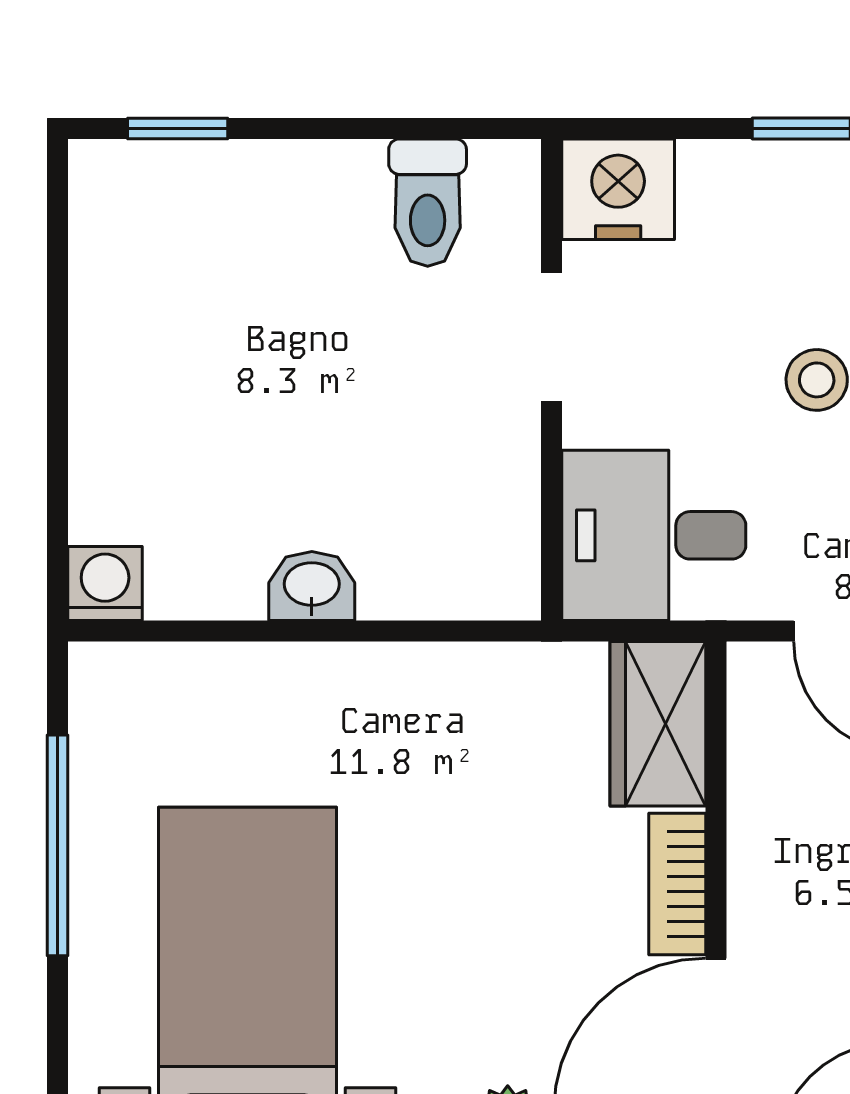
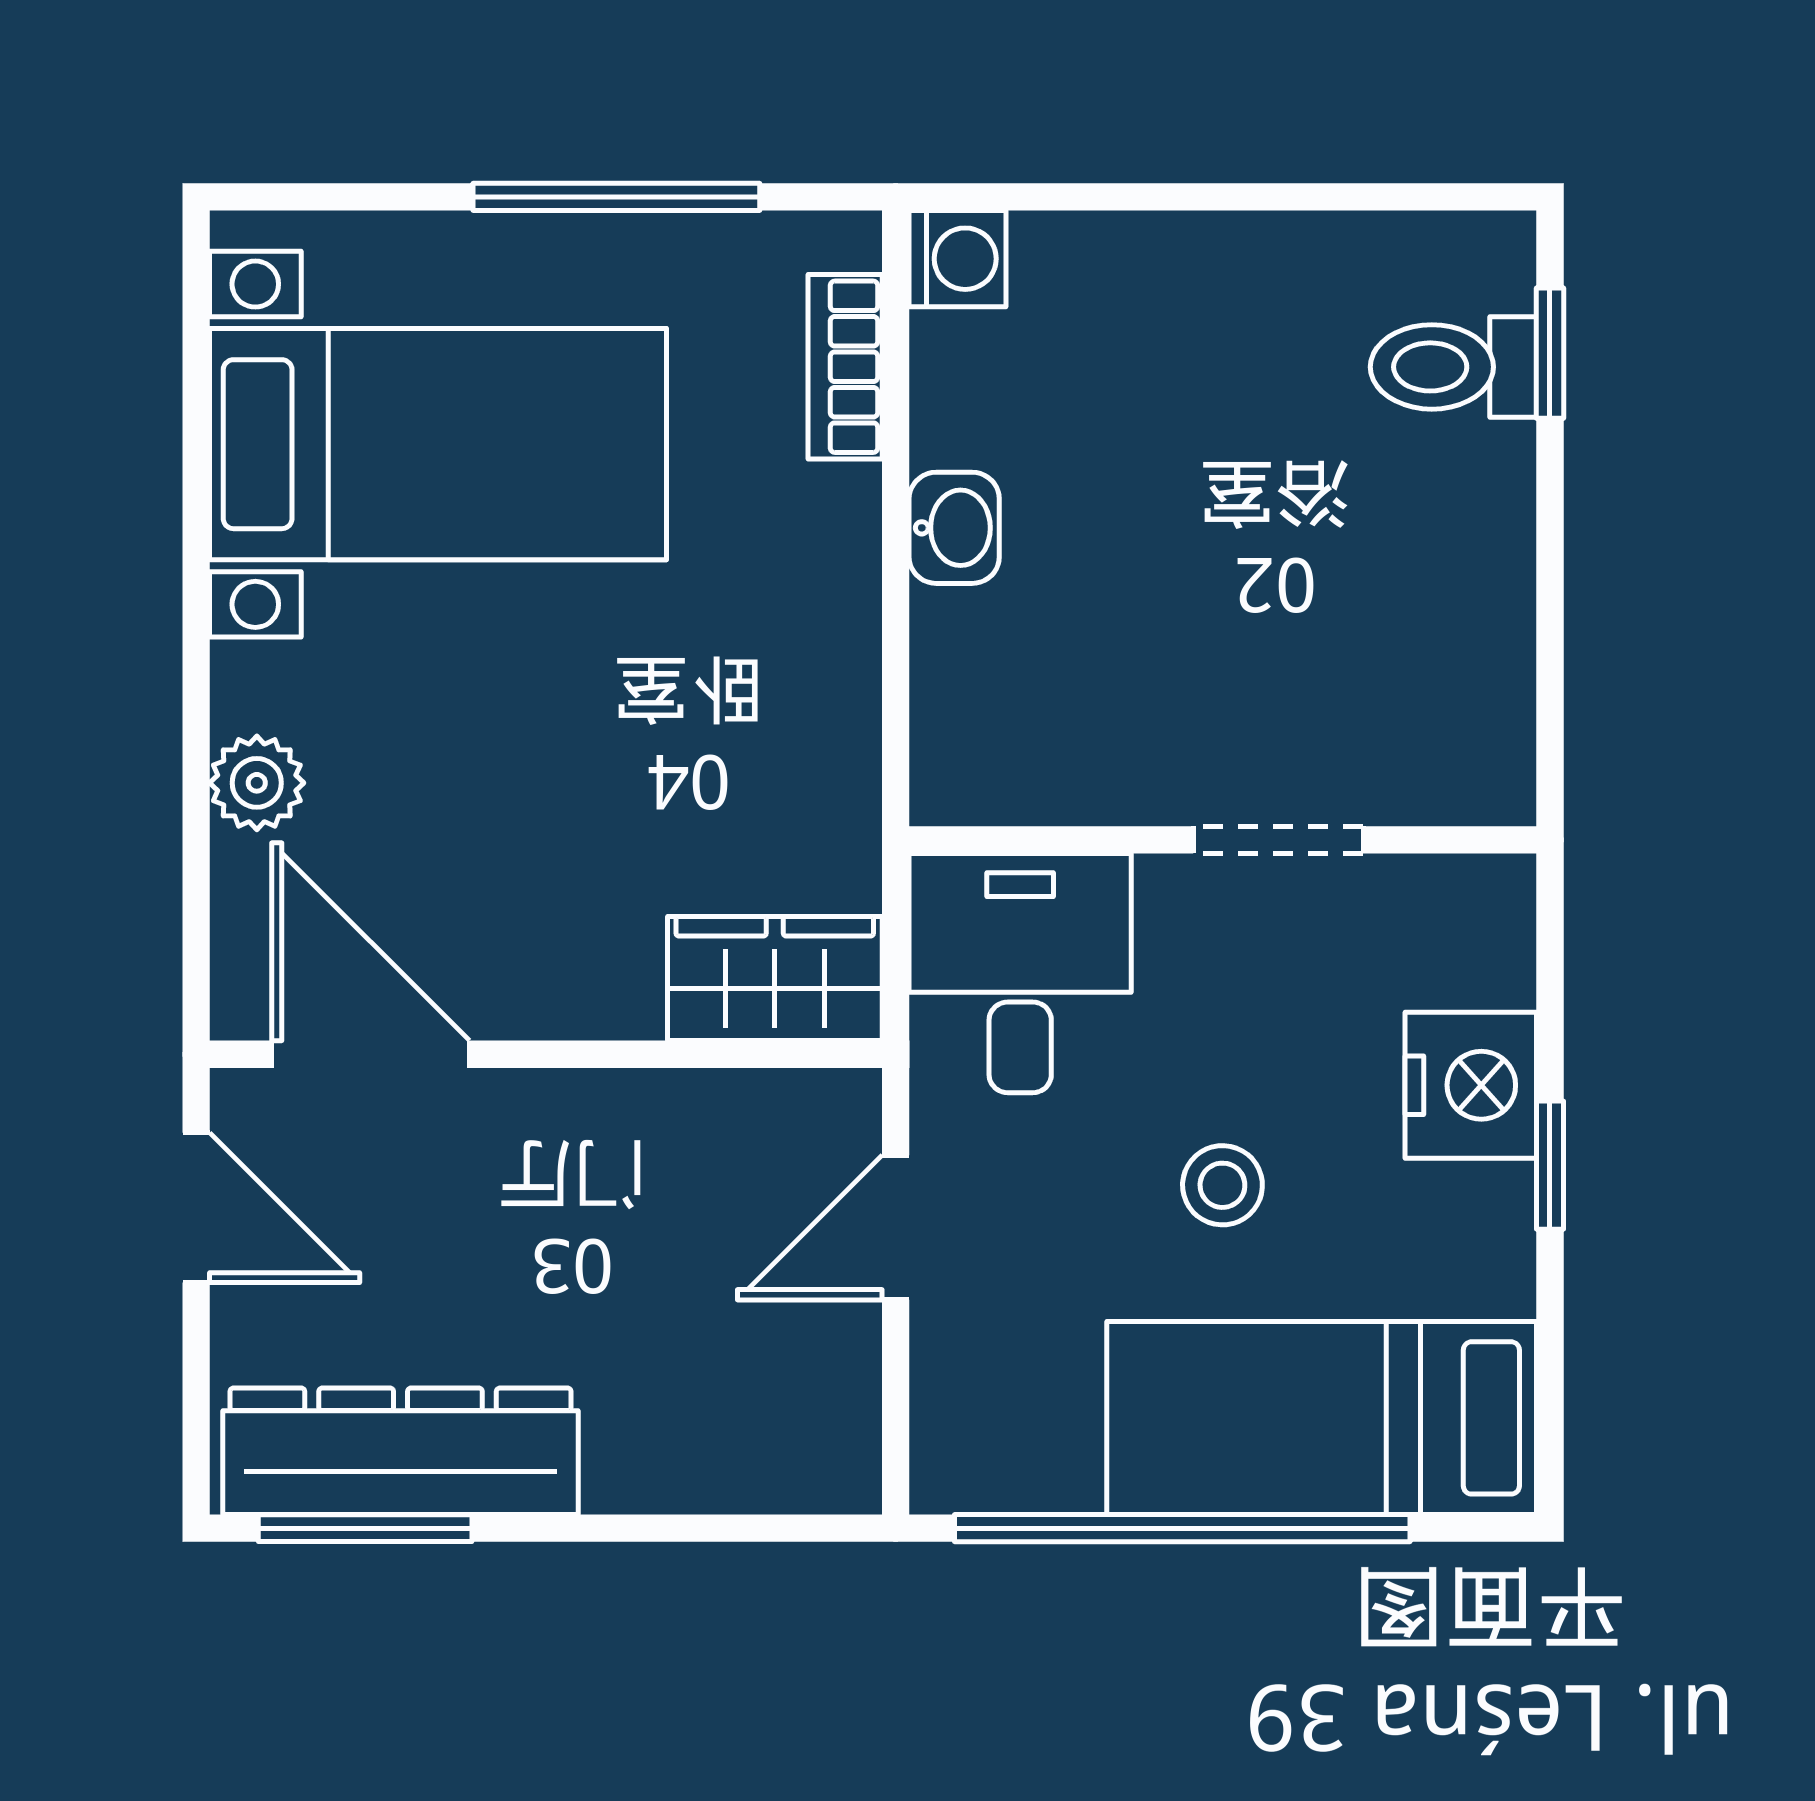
nightstand: (618, 189) -> (1471, 1085), moved
toilet: (428, 203) -> (1453, 367), moved
bookcase: (677, 884) -> (845, 367), moved, turned -90

